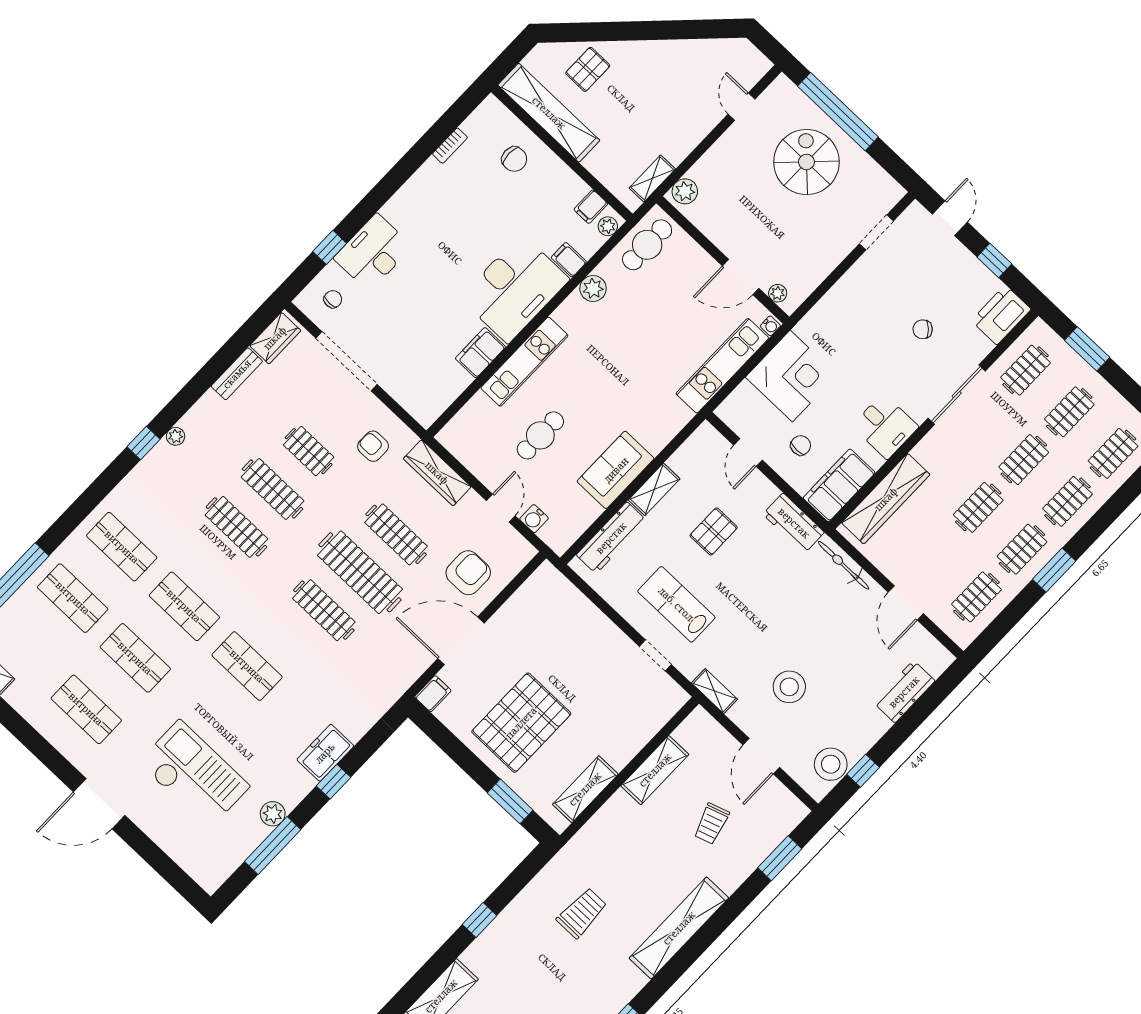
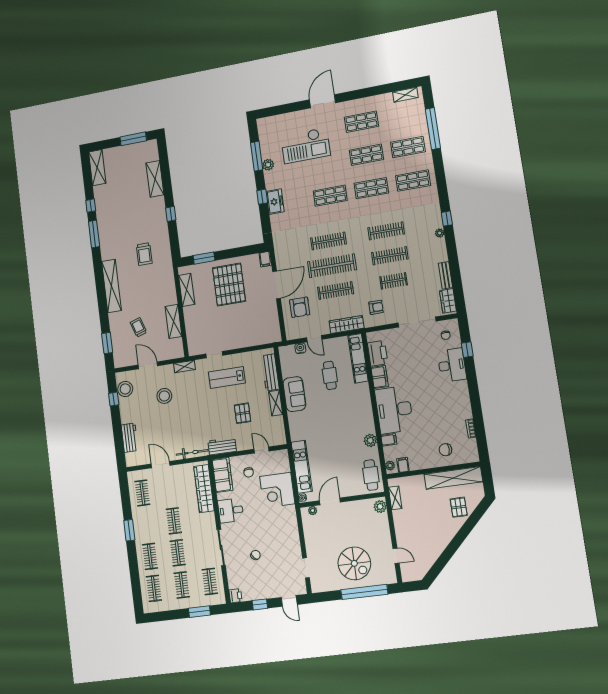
printer: (1001, 315) -> (235, 596), width x0.53, depth x0.68
kitchen unit: (524, 362) -> (358, 358), moved
printer: (445, 386) -> (378, 353), added
clothes rail: (1022, 549) -> (146, 525), removed
lab bench: (676, 604) -> (227, 377), turned 180

